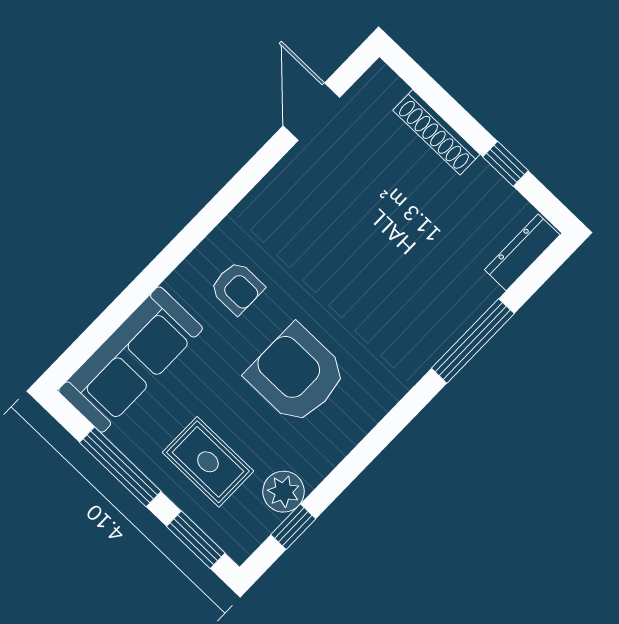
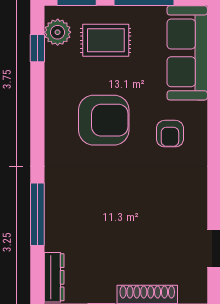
armchair: (237, 288) -> (170, 134), turned -90
plant: (284, 492) -> (58, 32), moved

